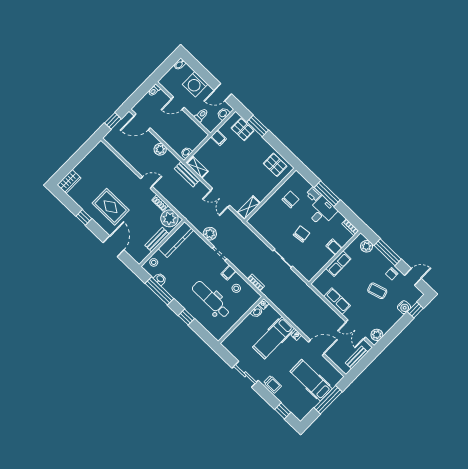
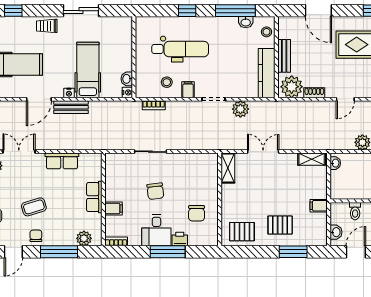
pallet: (243, 129) -> (280, 225), moved
bench: (187, 174) -> (71, 107), moved

